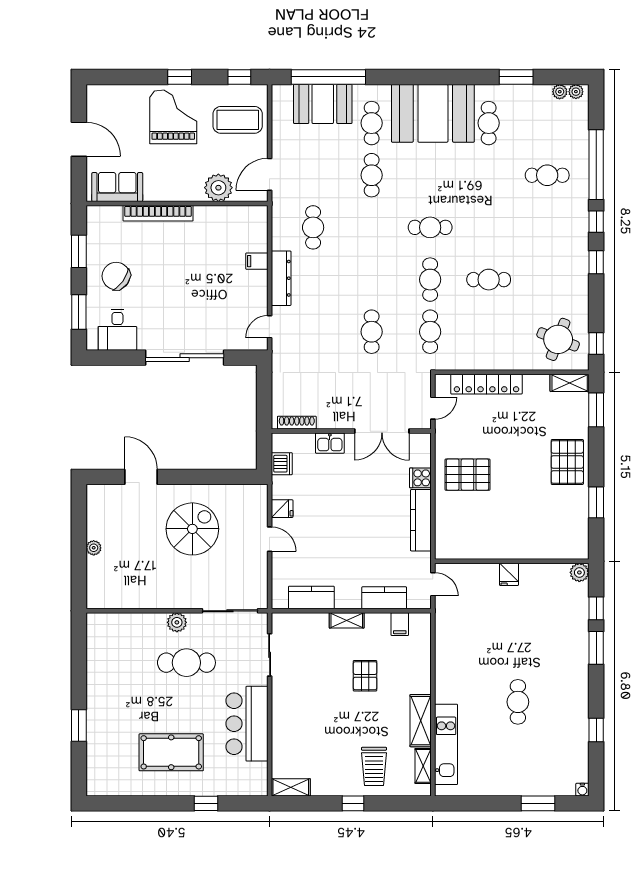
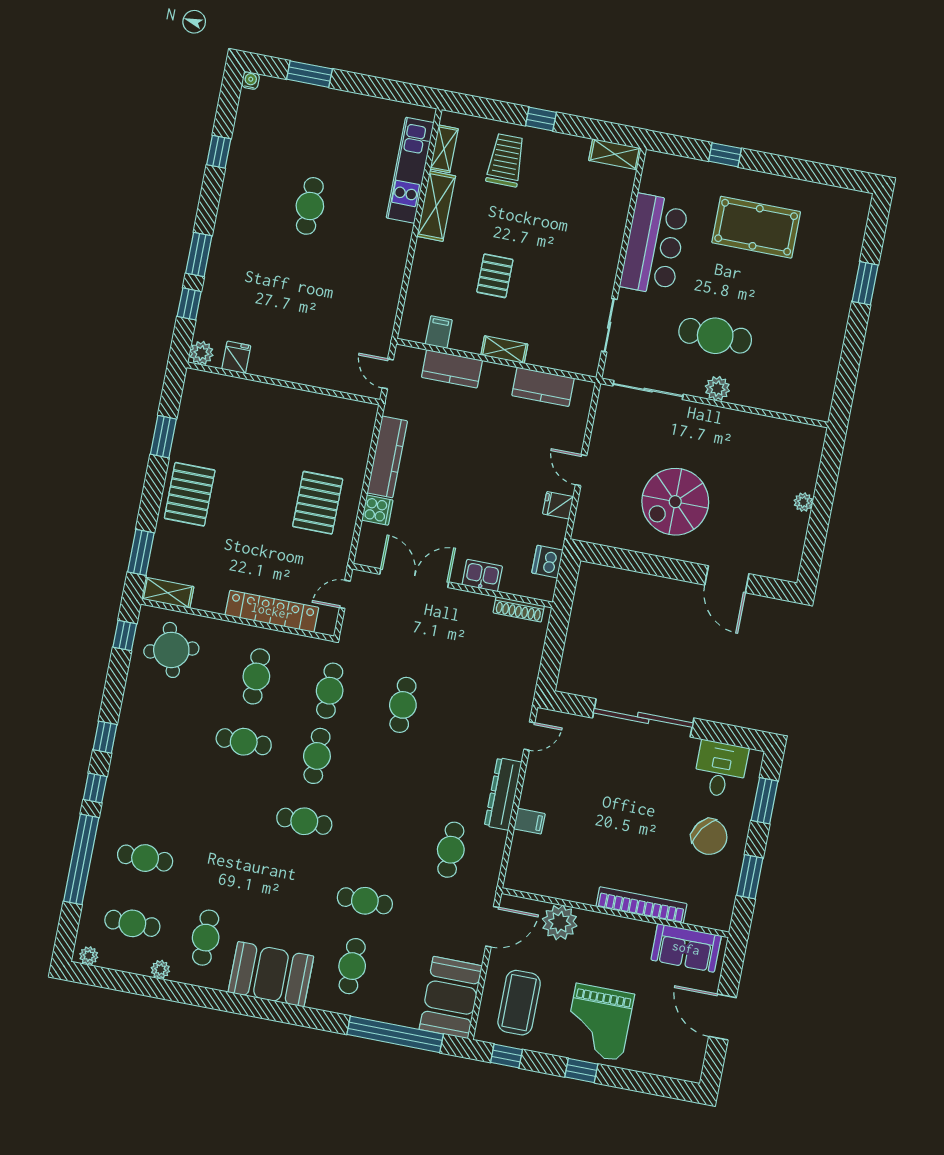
window: (516, 77) -> (160, 989), removed
plant: (560, 92) -> (160, 970), moved
booth: (323, 104) -> (451, 998), moved, turned 90
booth: (433, 113) -> (271, 974), width x0.73, depth x0.70
coffee table: (238, 120) -> (519, 1003), turned 90
cafe table: (547, 123) -> (132, 923), added
cafe table: (372, 175) -> (365, 901), turned 90
cafe table: (489, 332) -> (256, 676), added
round table: (558, 339) -> (171, 650), turned -36
pallet: (467, 475) -> (318, 503), turned 90
fridge: (509, 574) -> (236, 357), moved

